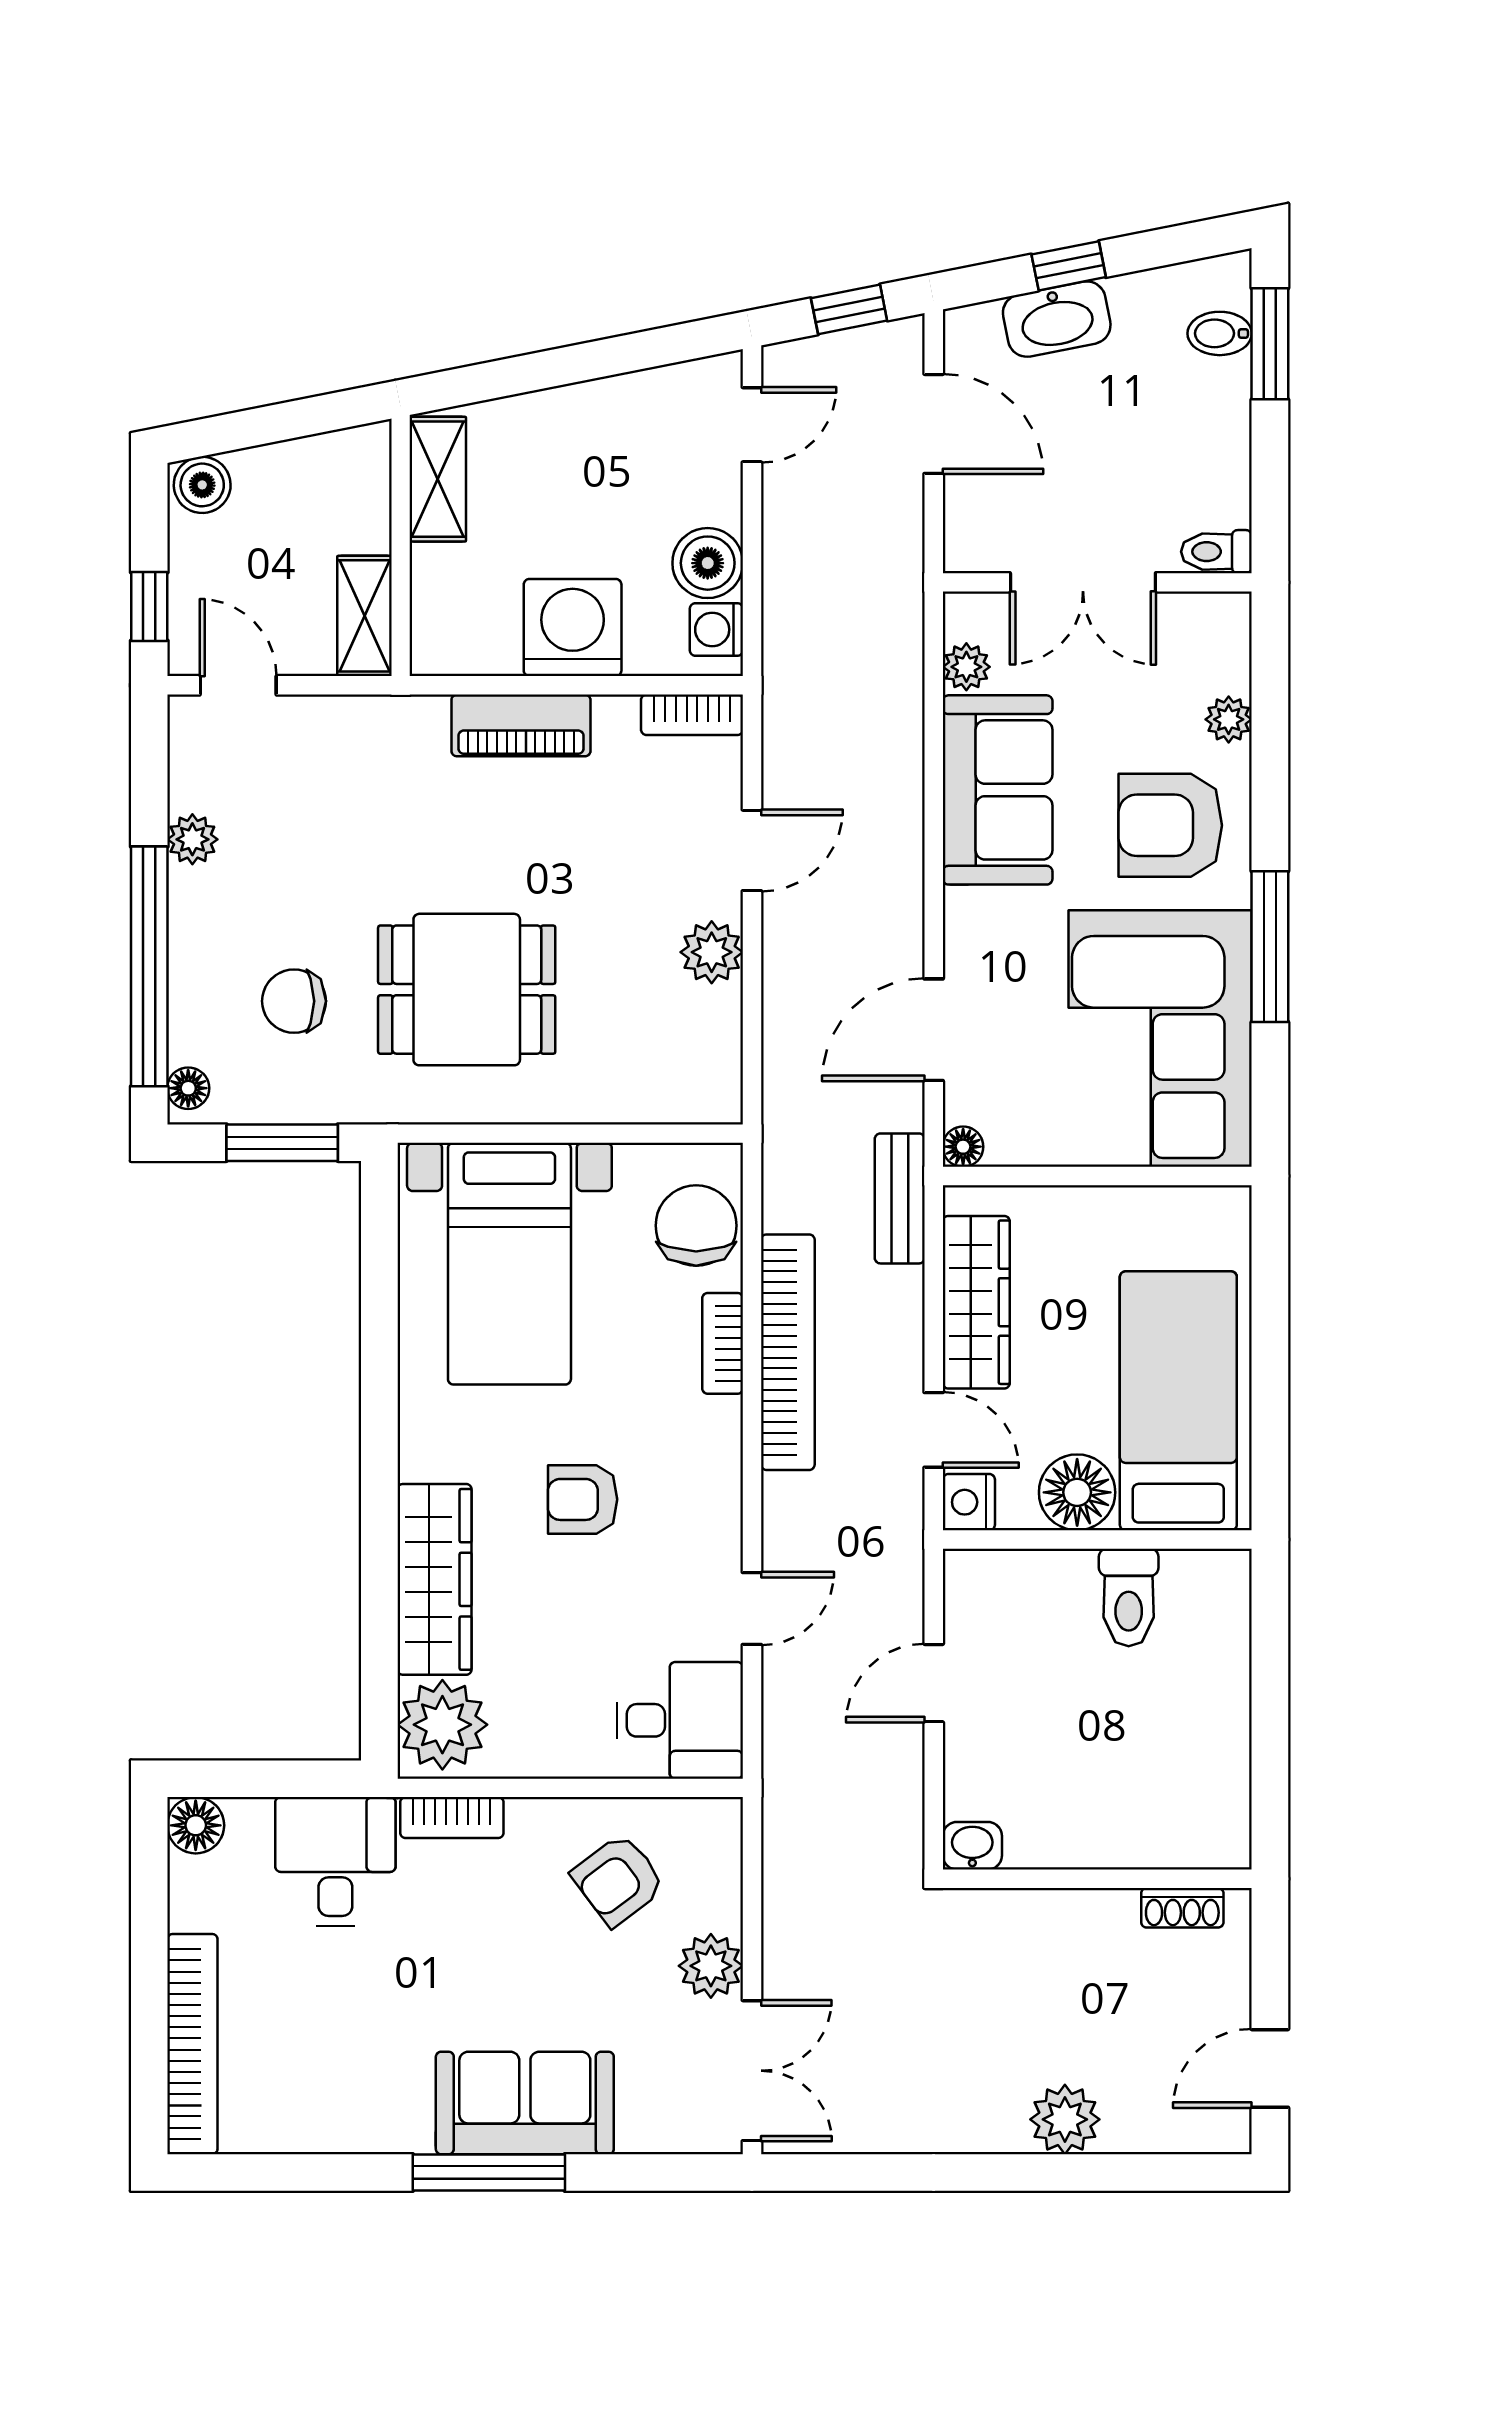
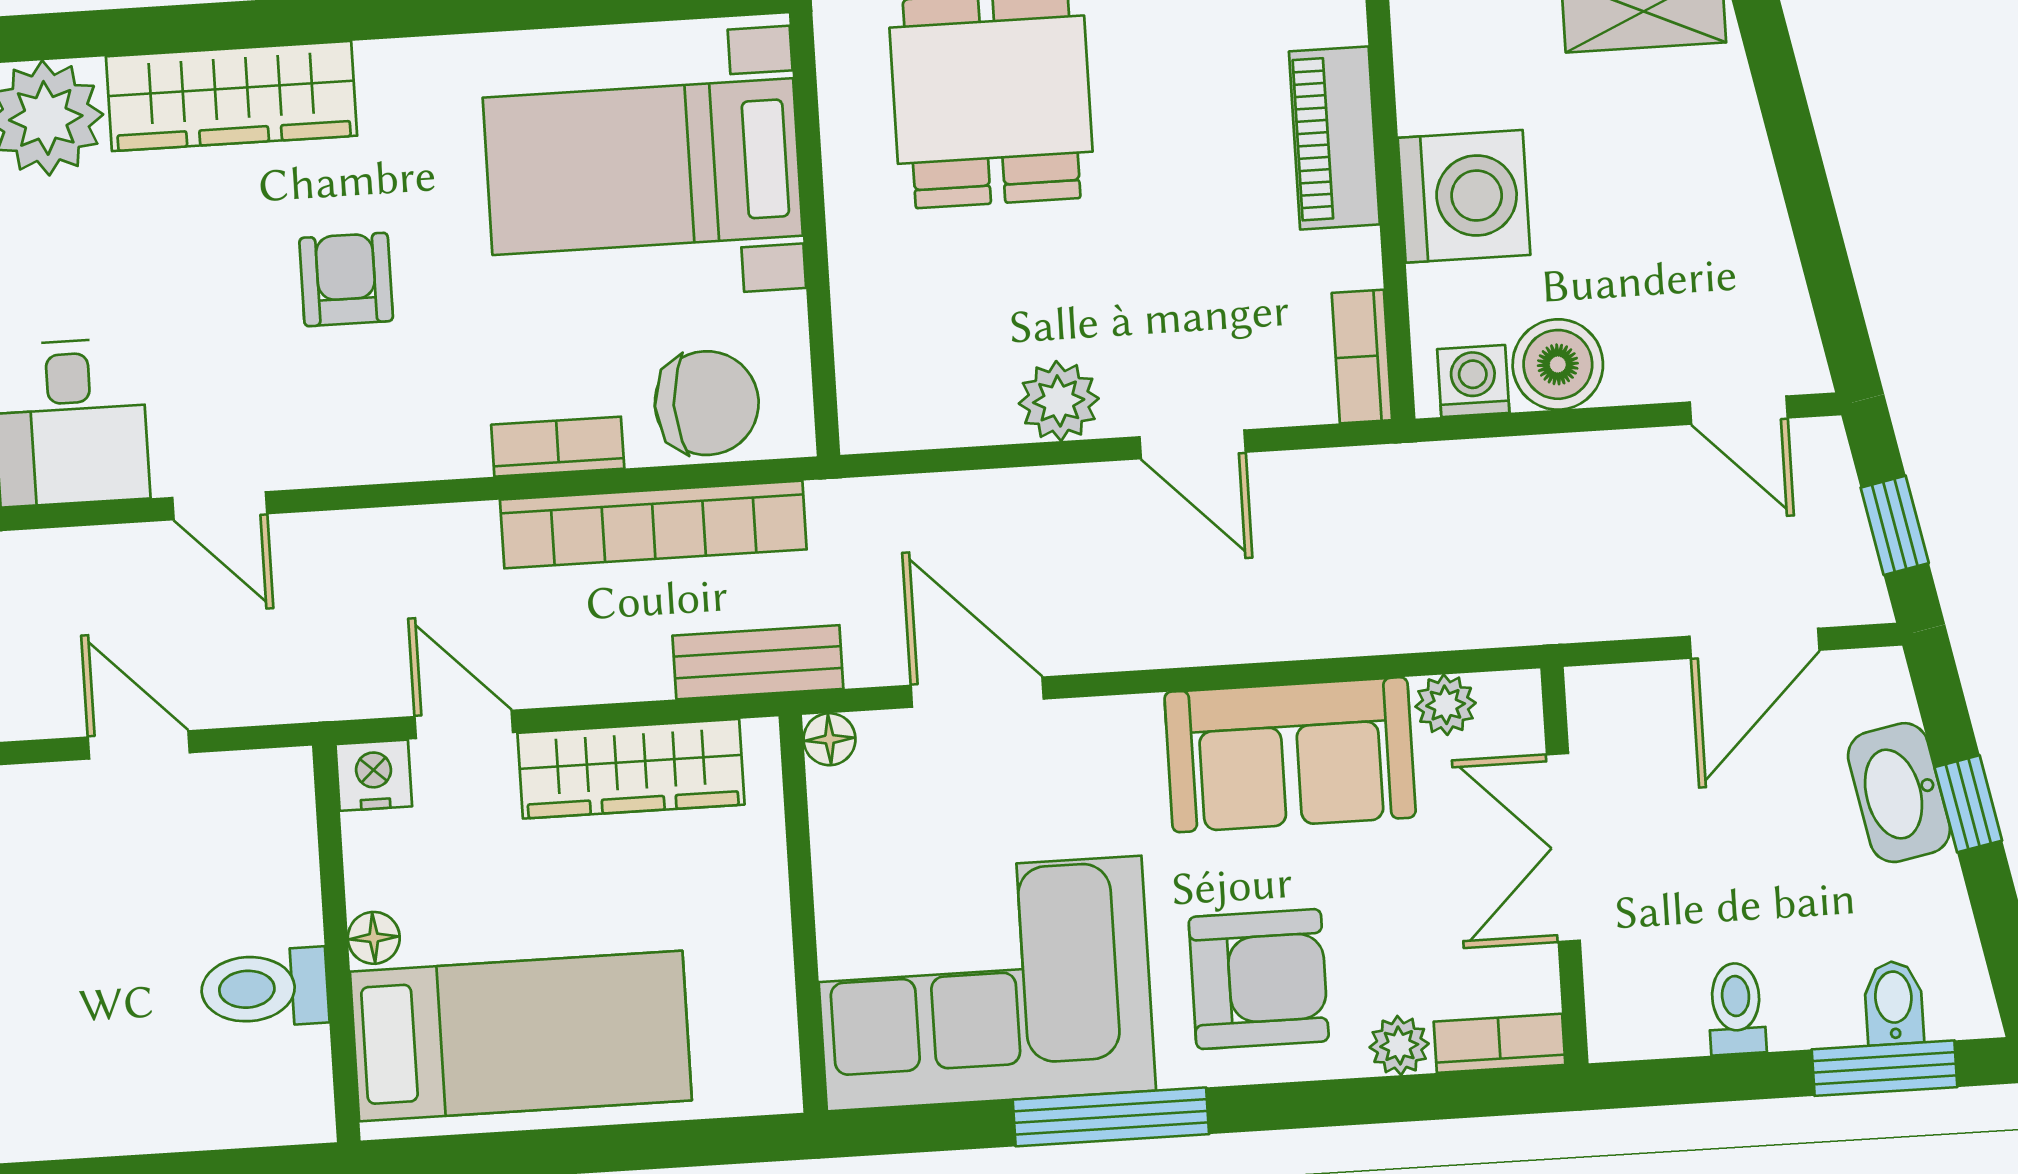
toilet: (1216, 552) -> (1736, 1009), moved
bookcase: (1232, 641) -> (1500, 1043), added
armchair: (1170, 825) -> (1259, 979), turned 90
bookcase: (788, 1352) -> (653, 525), moved
door: (934, 1430) -> (464, 724), swing flipped
floor lamp: (1077, 1492) -> (374, 938), width x0.53, depth x0.53

